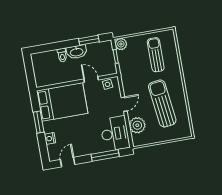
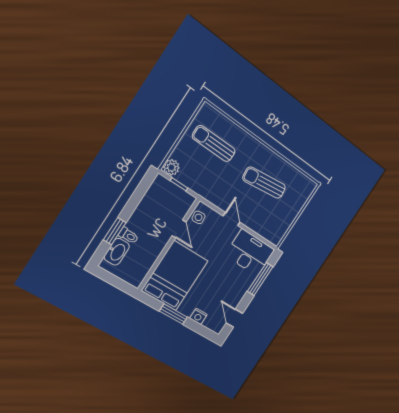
window: (89, 40) -> (115, 231), moved
washbasin: (77, 52) -> (117, 252), moved
door: (91, 79) -> (179, 229), swing flipped
sun lounger: (162, 103) -> (264, 183), width x0.73, depth x0.75
plant: (137, 125) -> (262, 225), removed

